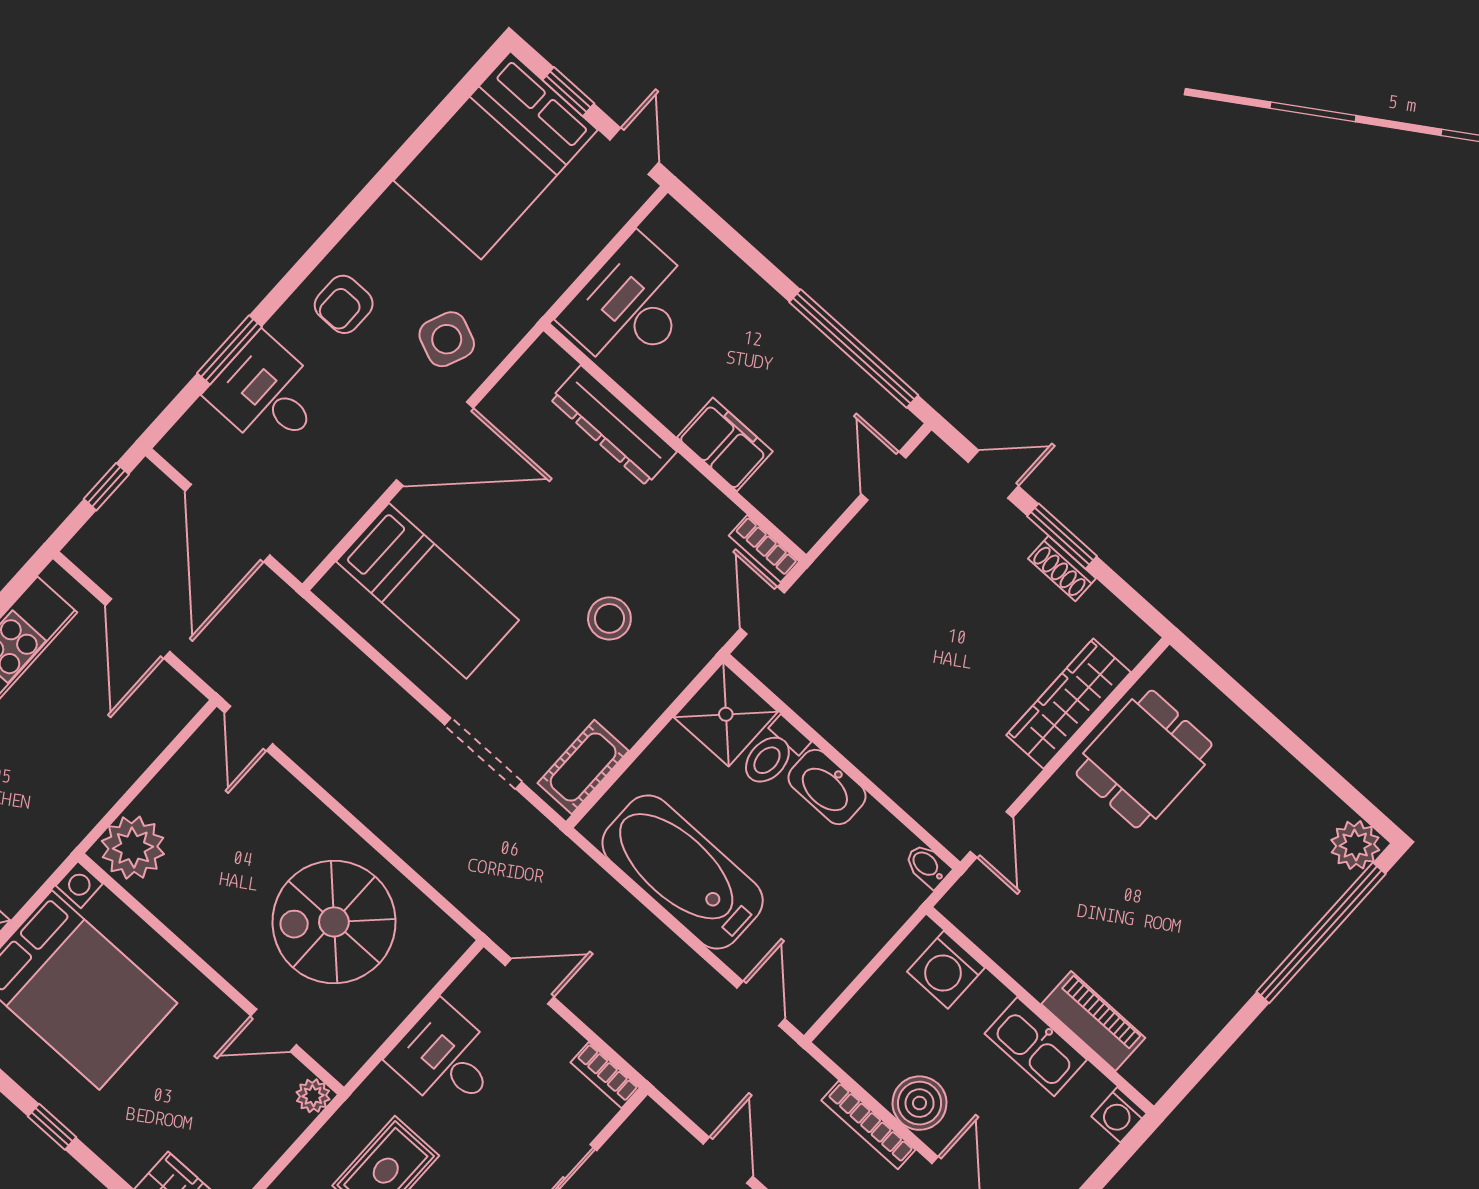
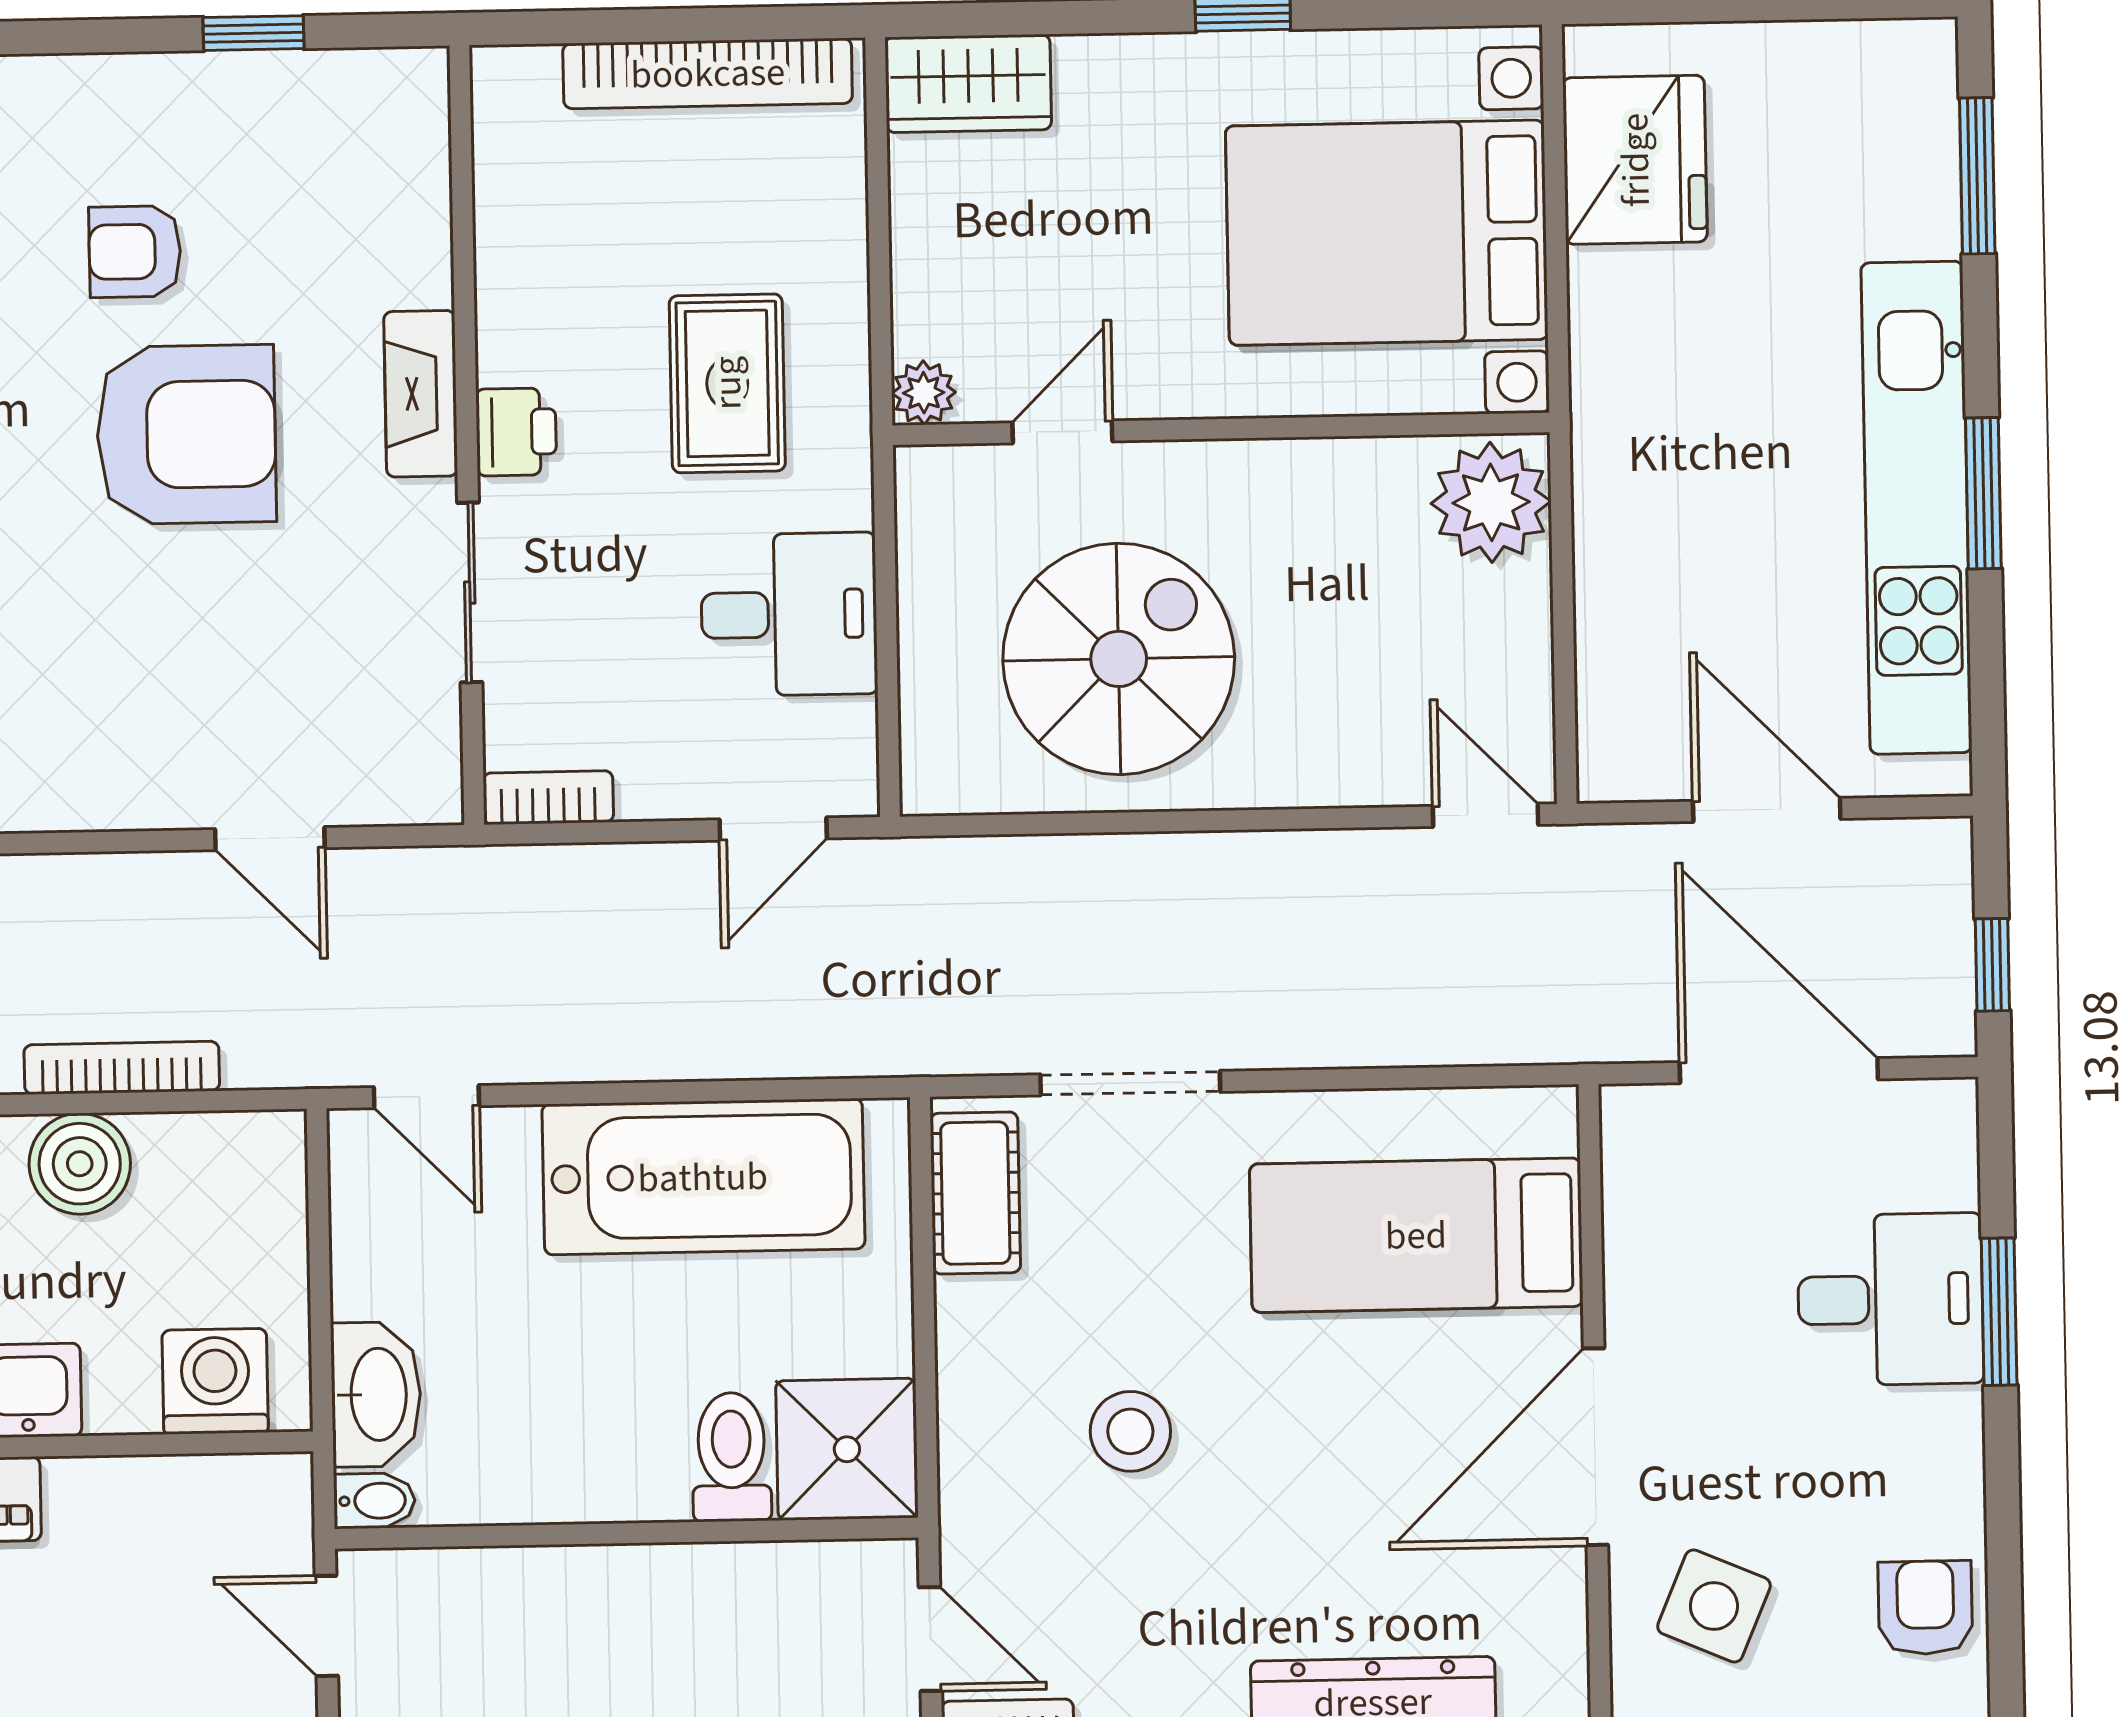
armchair: (344, 304) -> (1925, 1608), moved
washbasin: (827, 787) -> (376, 1394), moved, turned 90

